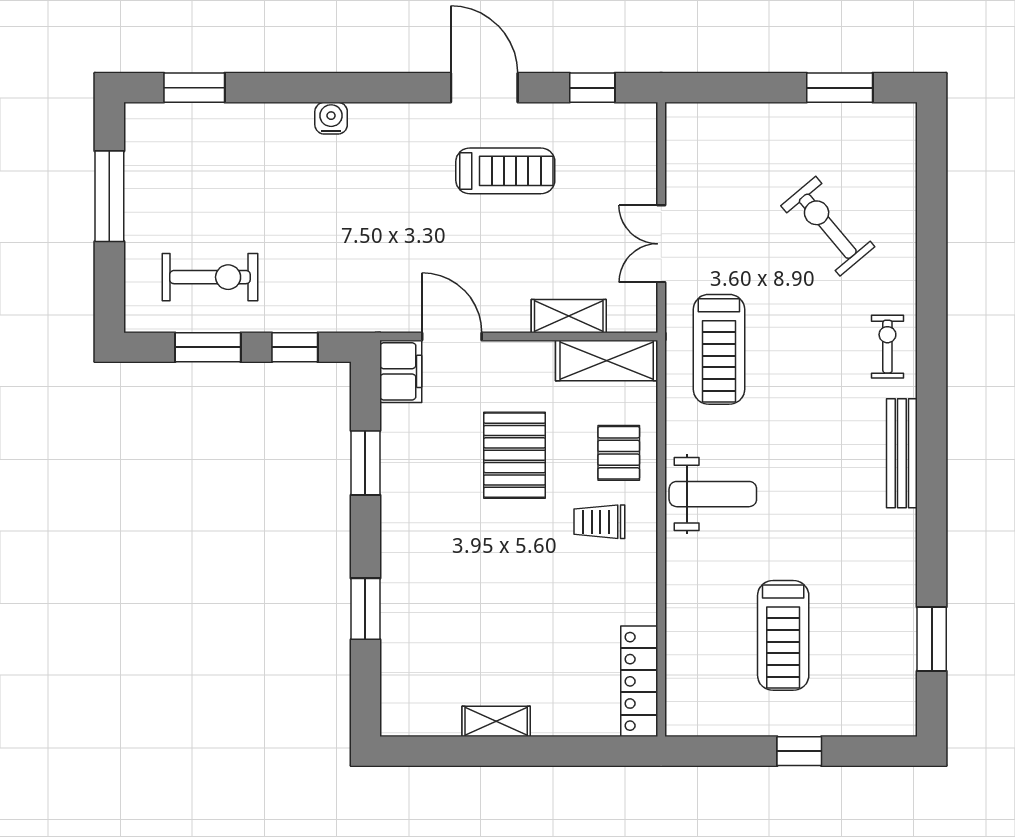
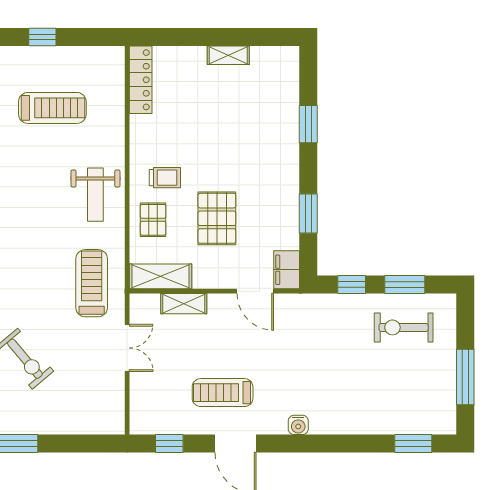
water cooler: (331, 118) -> (298, 425), moved
weight bench: (713, 494) -> (95, 195), turned -90
treadmill: (783, 635) -> (52, 108), turned 90

